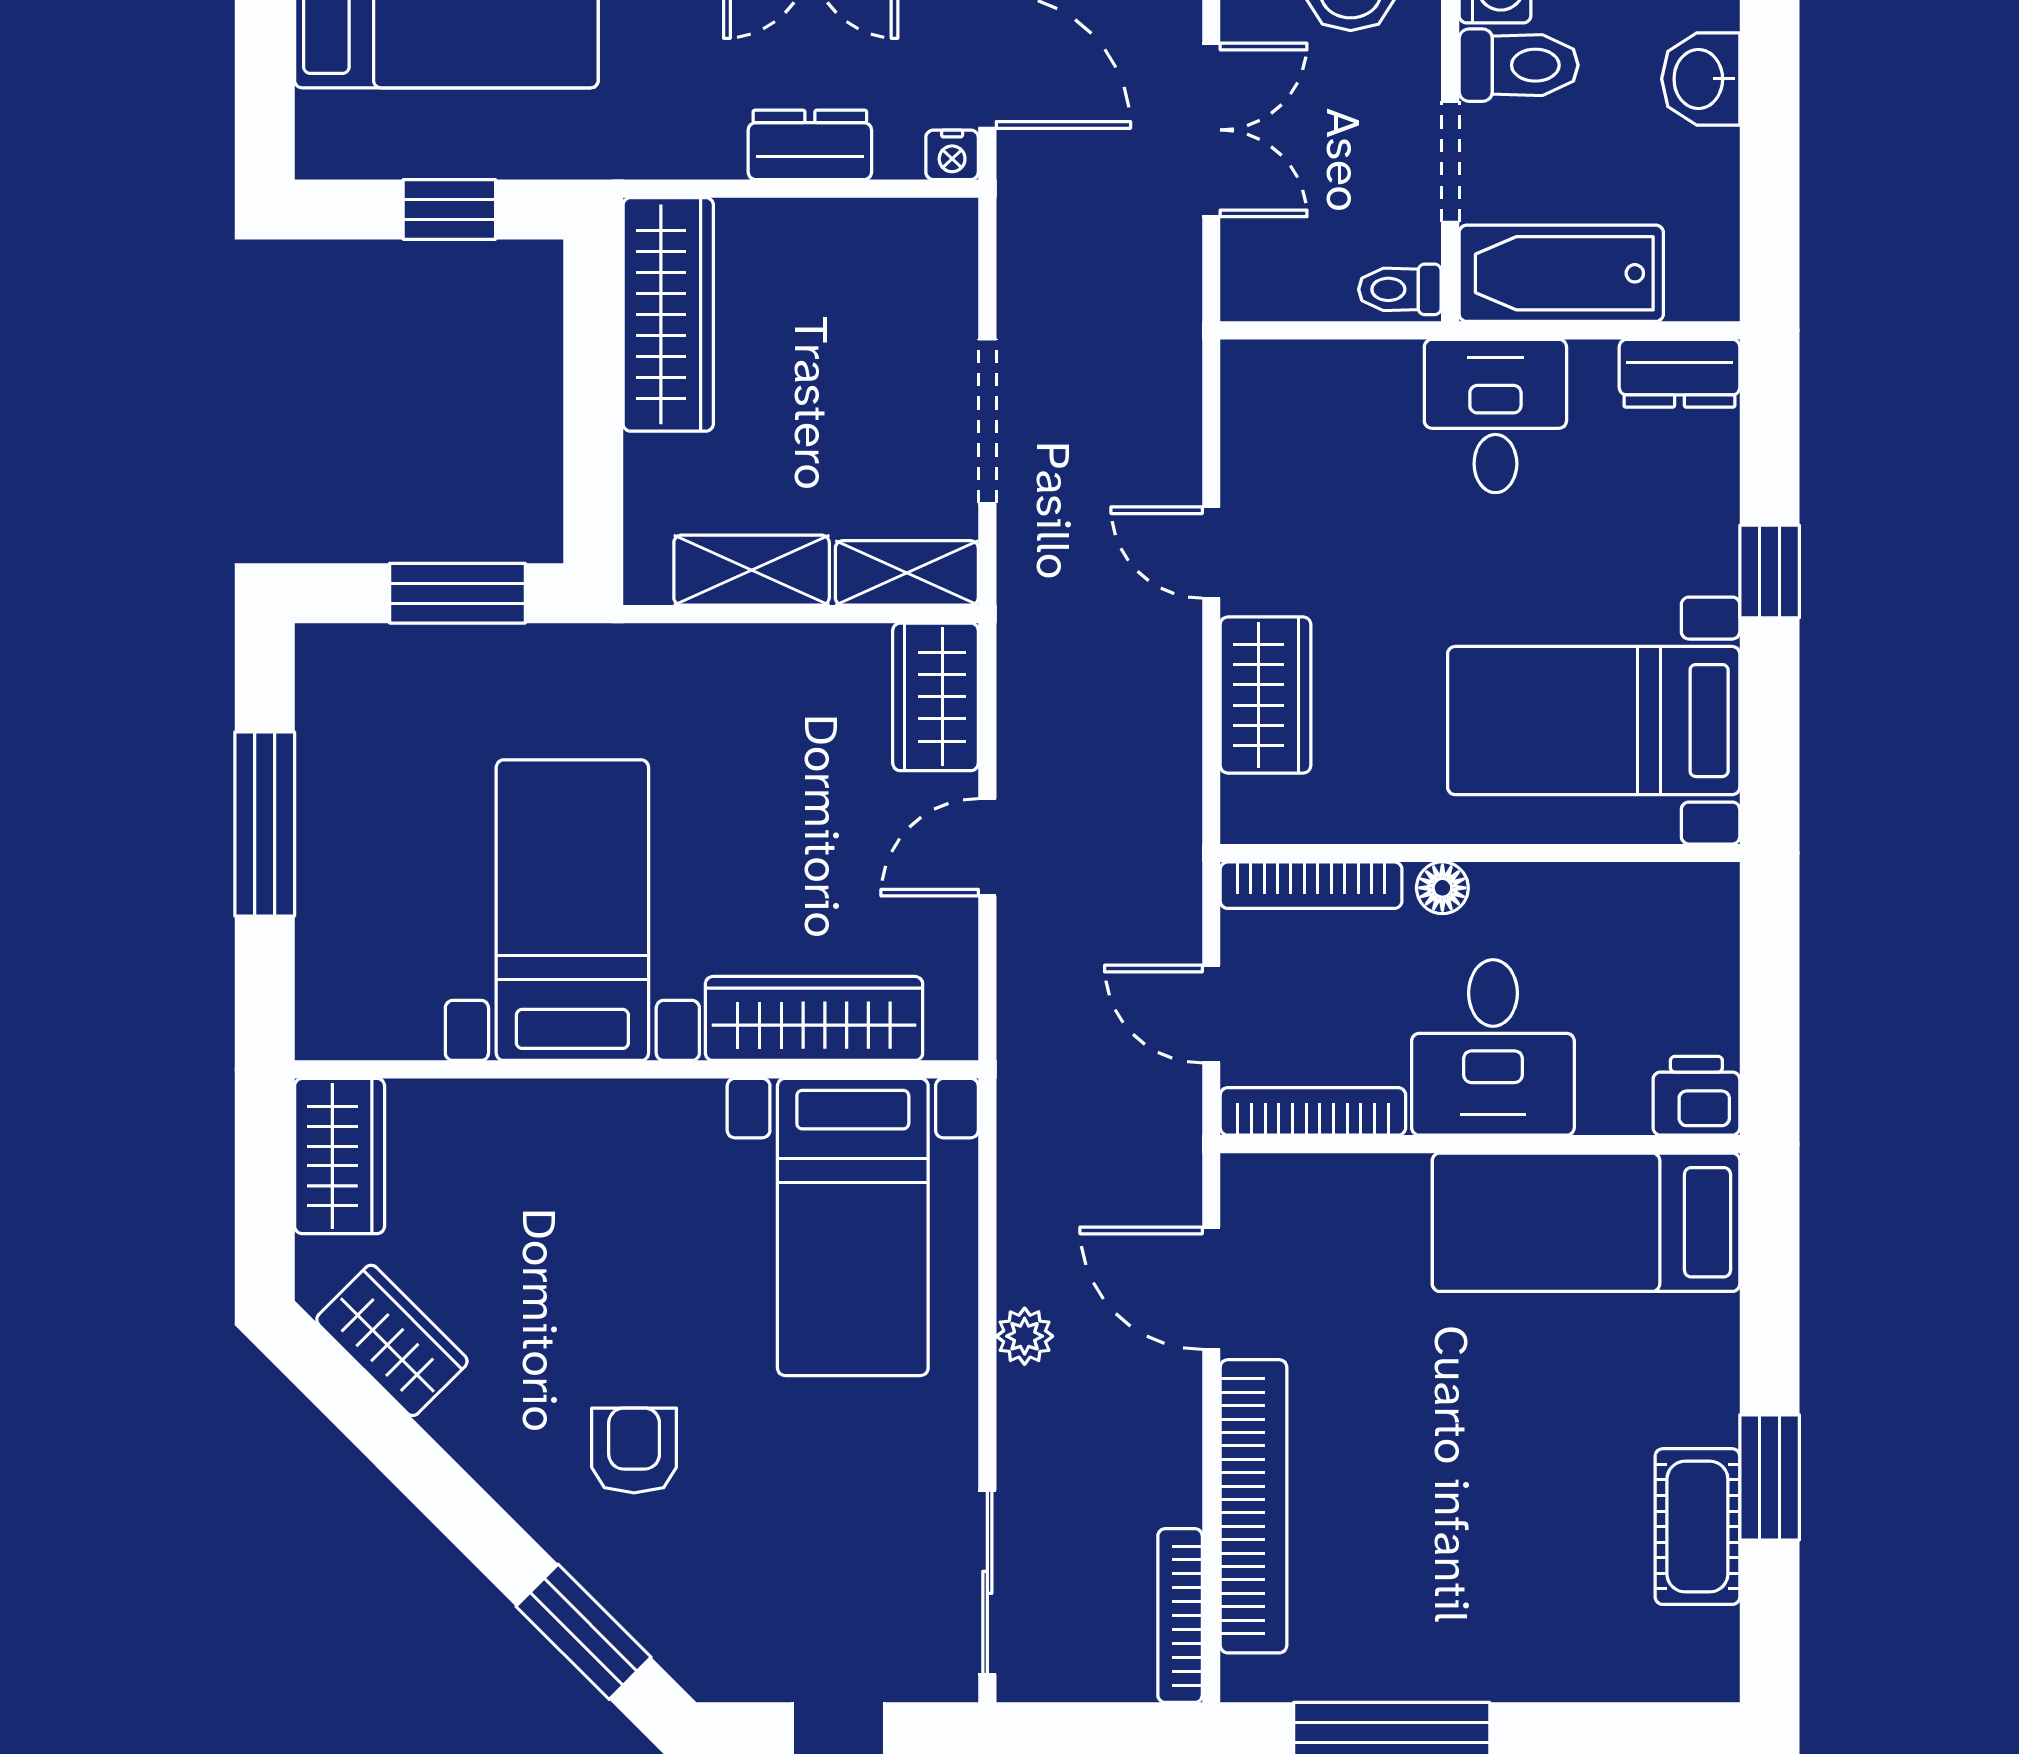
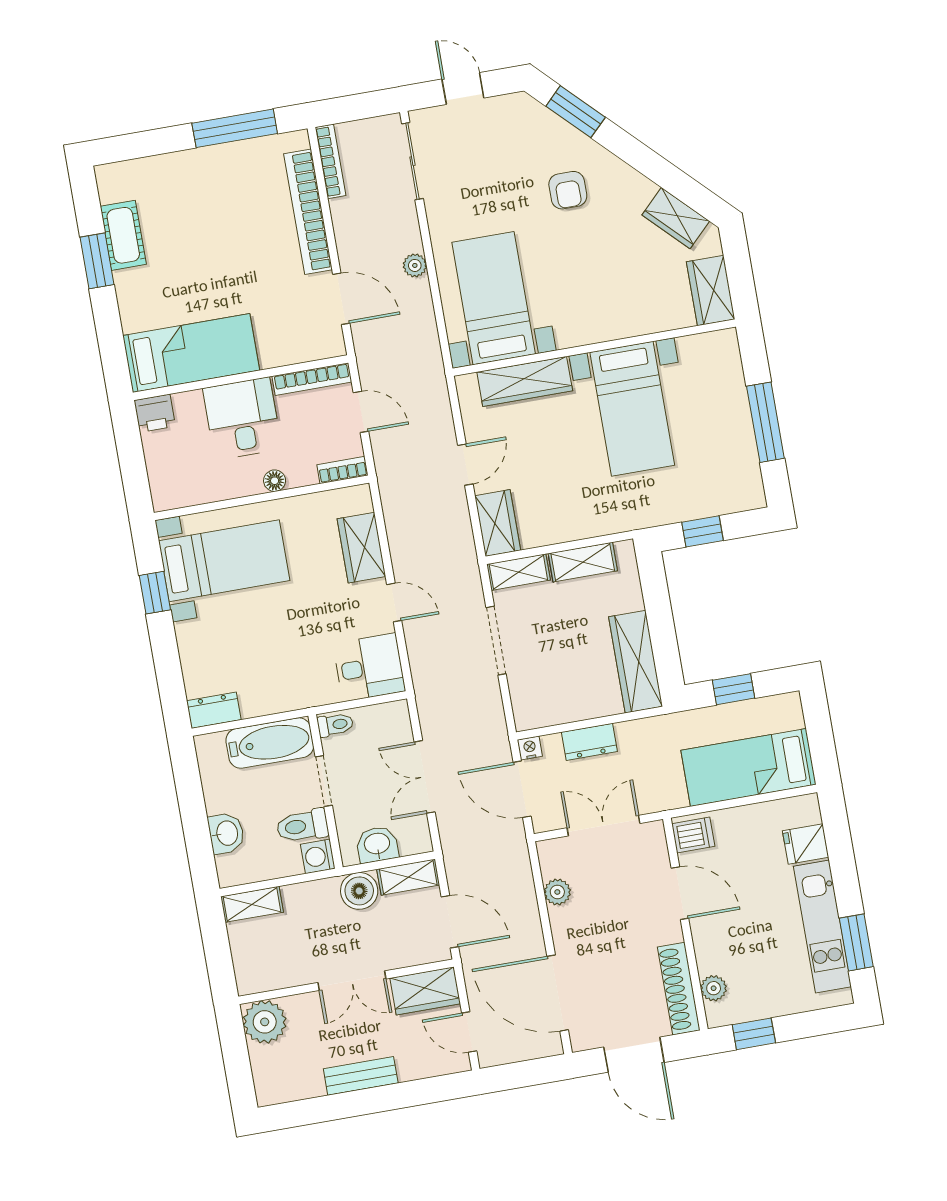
desk: (1495, 416) -> (369, 667), moved, turned -90
window: (1770, 572) -> (155, 593), moved
window: (457, 593) -> (702, 531), width x0.67
bookcase: (1311, 885) -> (343, 470), width x0.64

